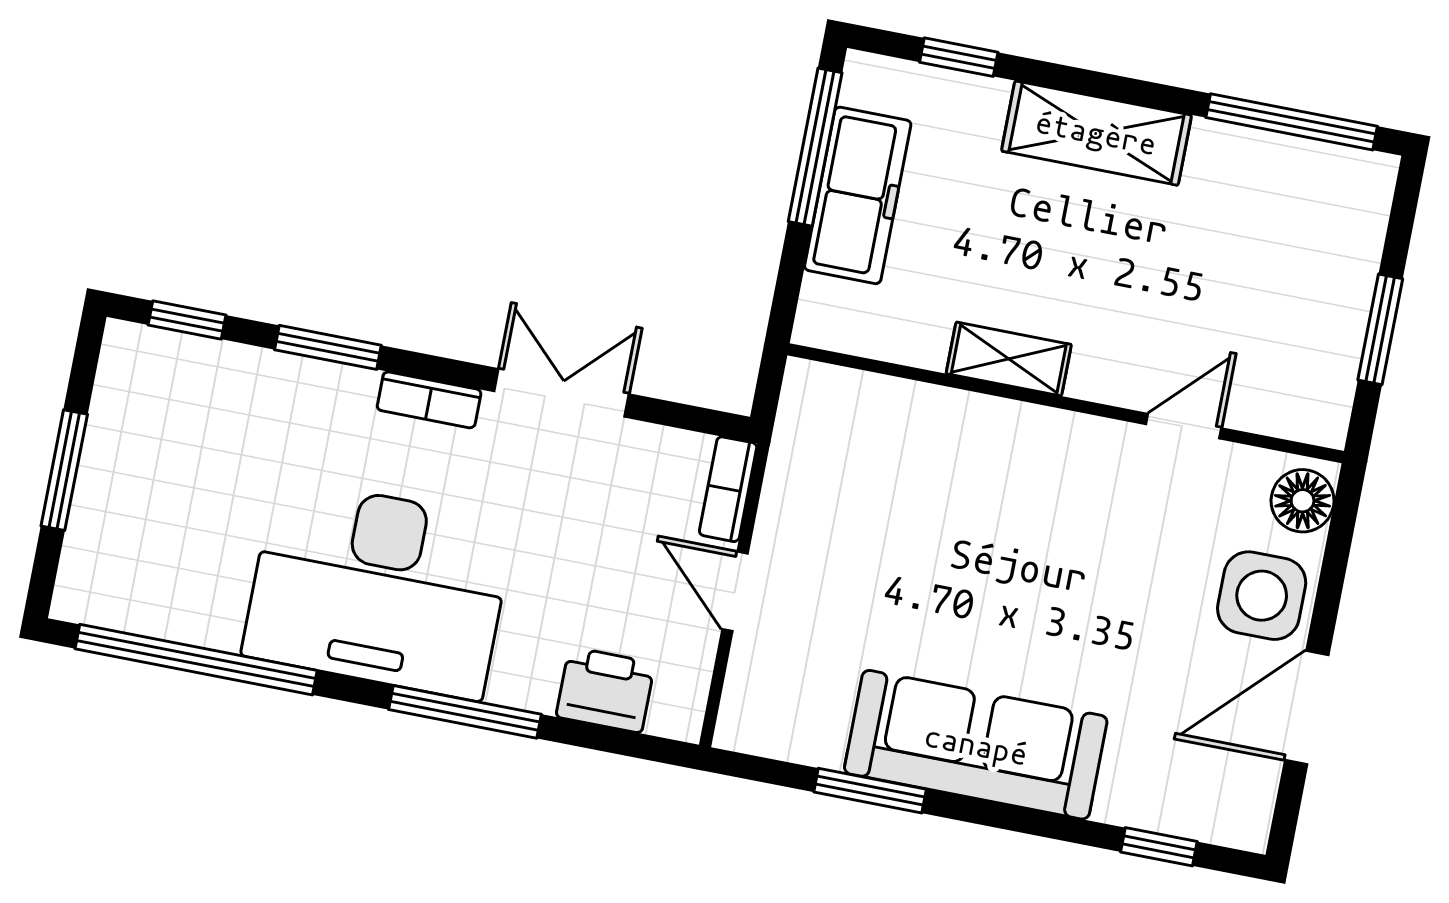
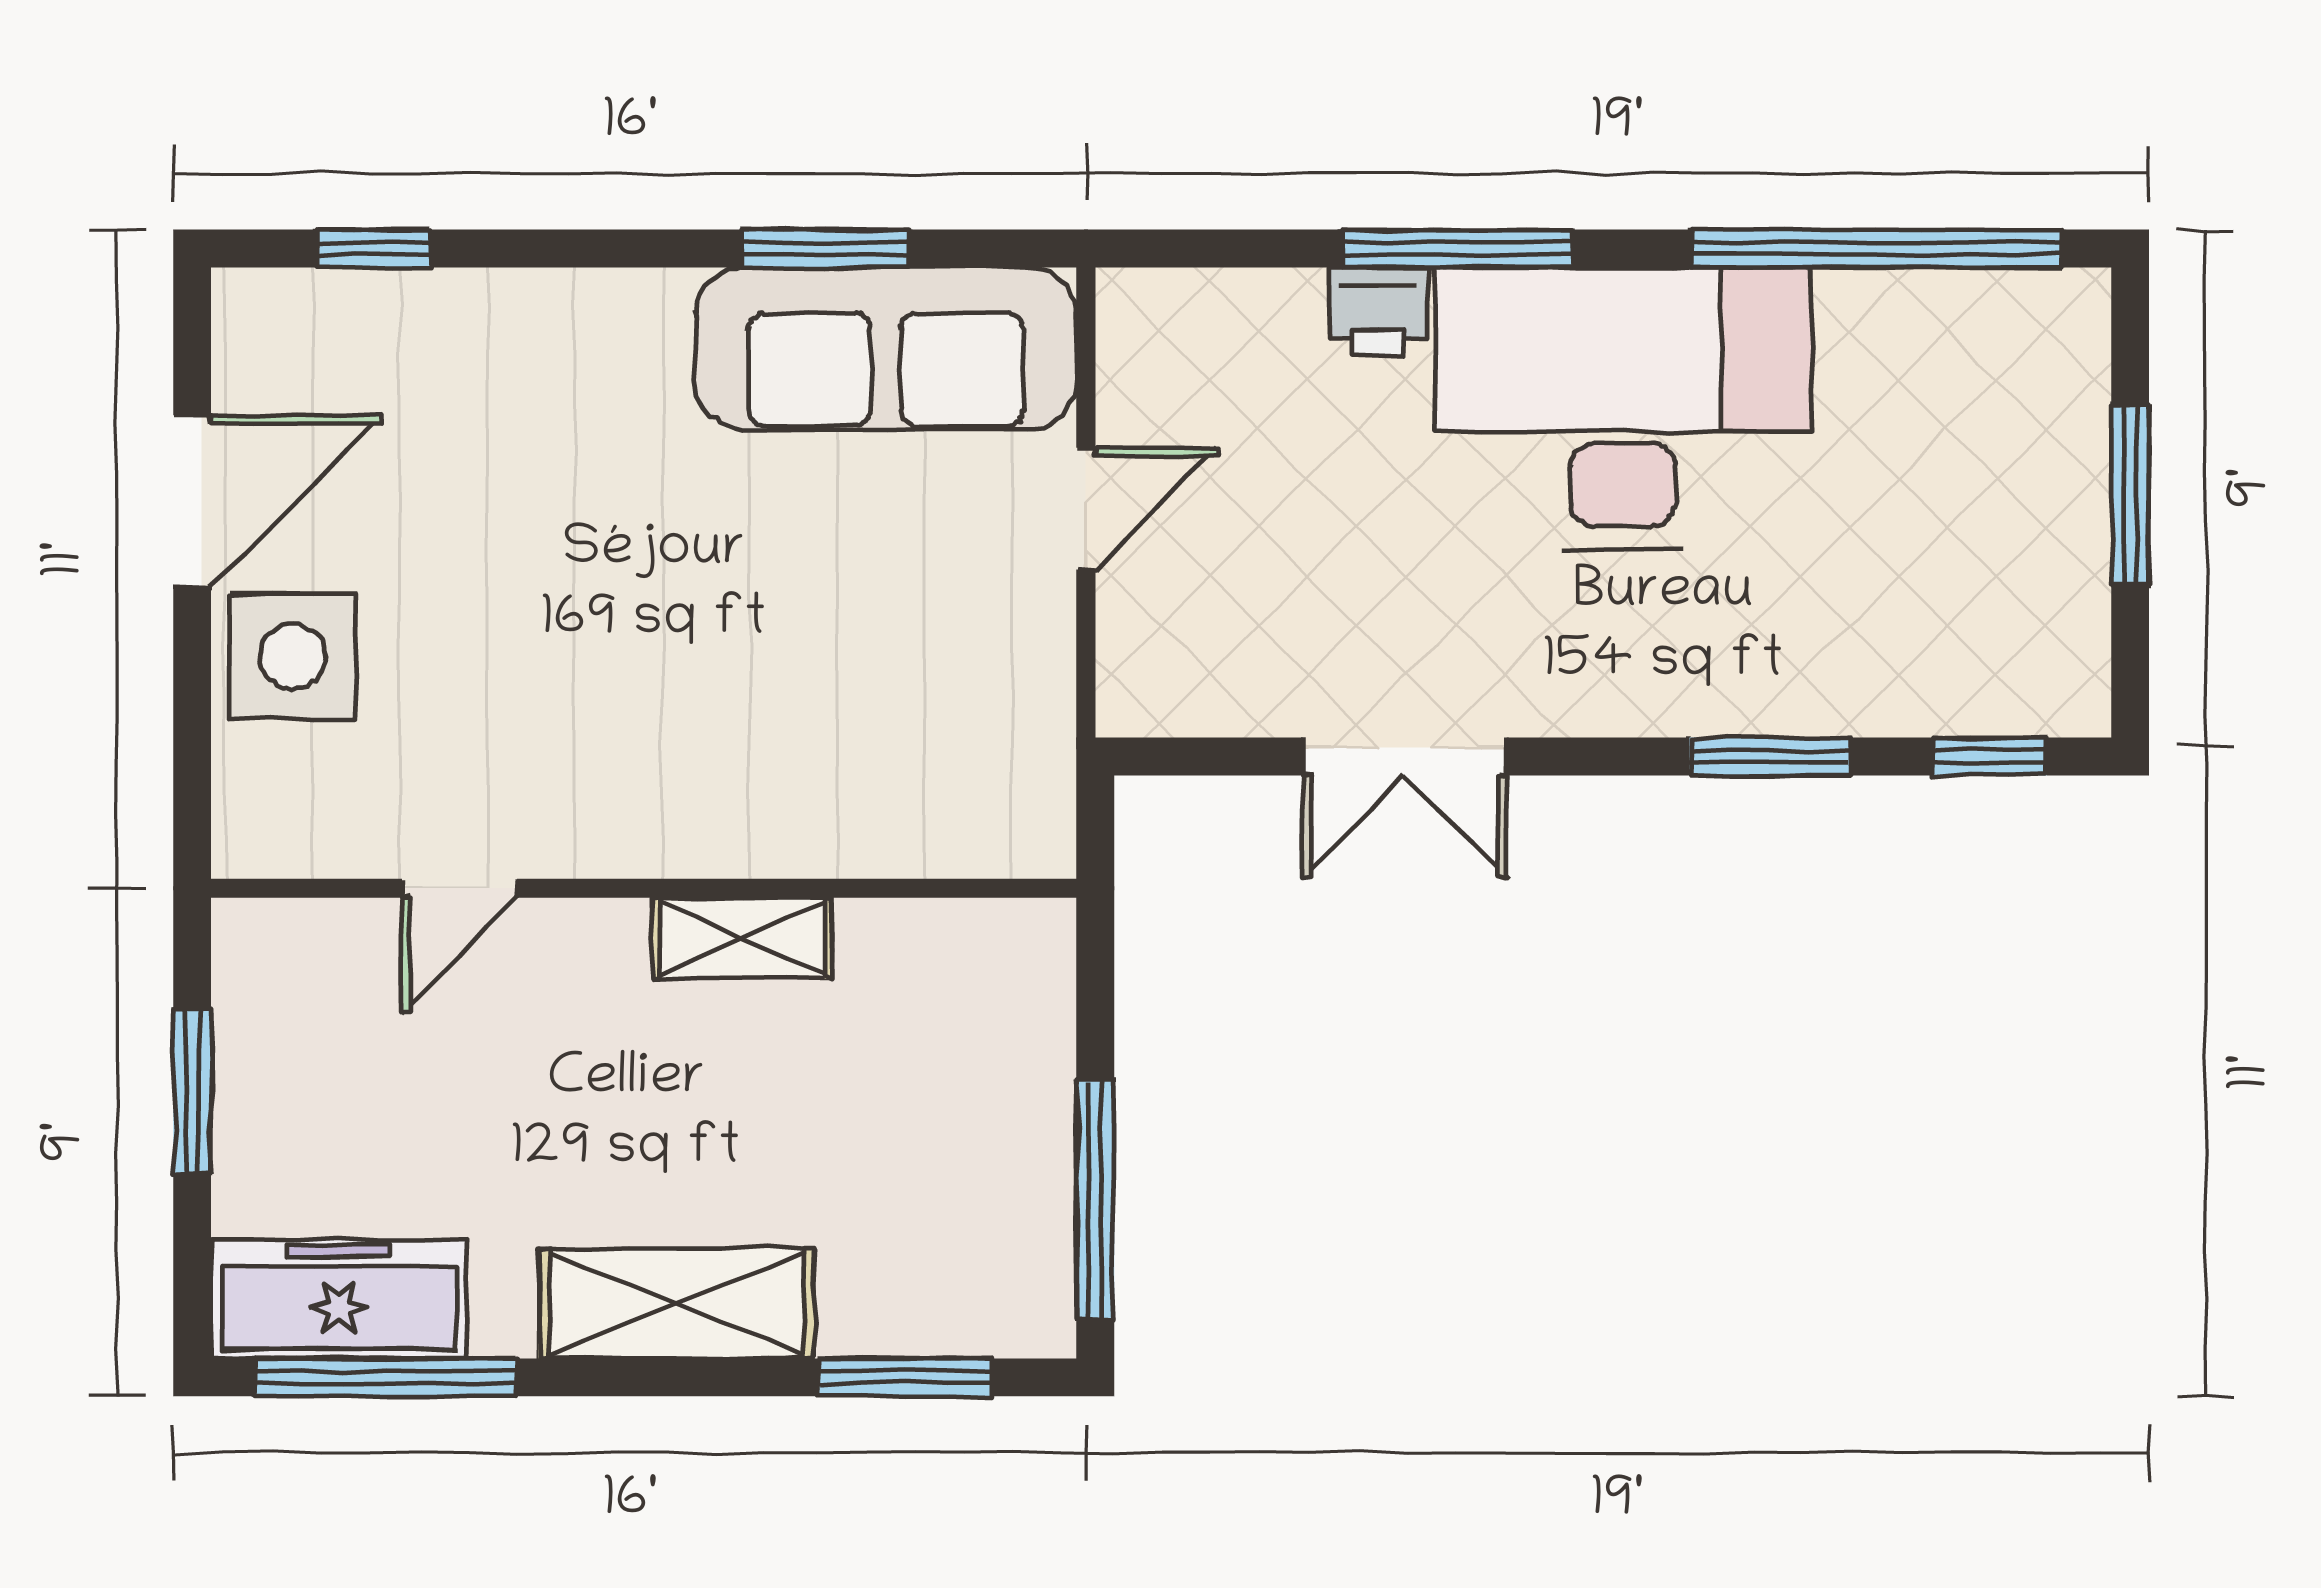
window: (959, 57) -> (906, 1377), width x1.50
freezer: (858, 195) -> (339, 1299), moved, turned 90
bookcase: (429, 400) -> (1602, 707), removed
bookcase: (728, 489) -> (1126, 660), removed
floor lamp: (1303, 501) -> (259, 811), removed
door: (735, 591) -> (1086, 509), hinge flipped
printer: (605, 690) -> (1378, 312), moved, width x0.73, depth x0.81
sofa: (976, 745) -> (886, 348), moved

